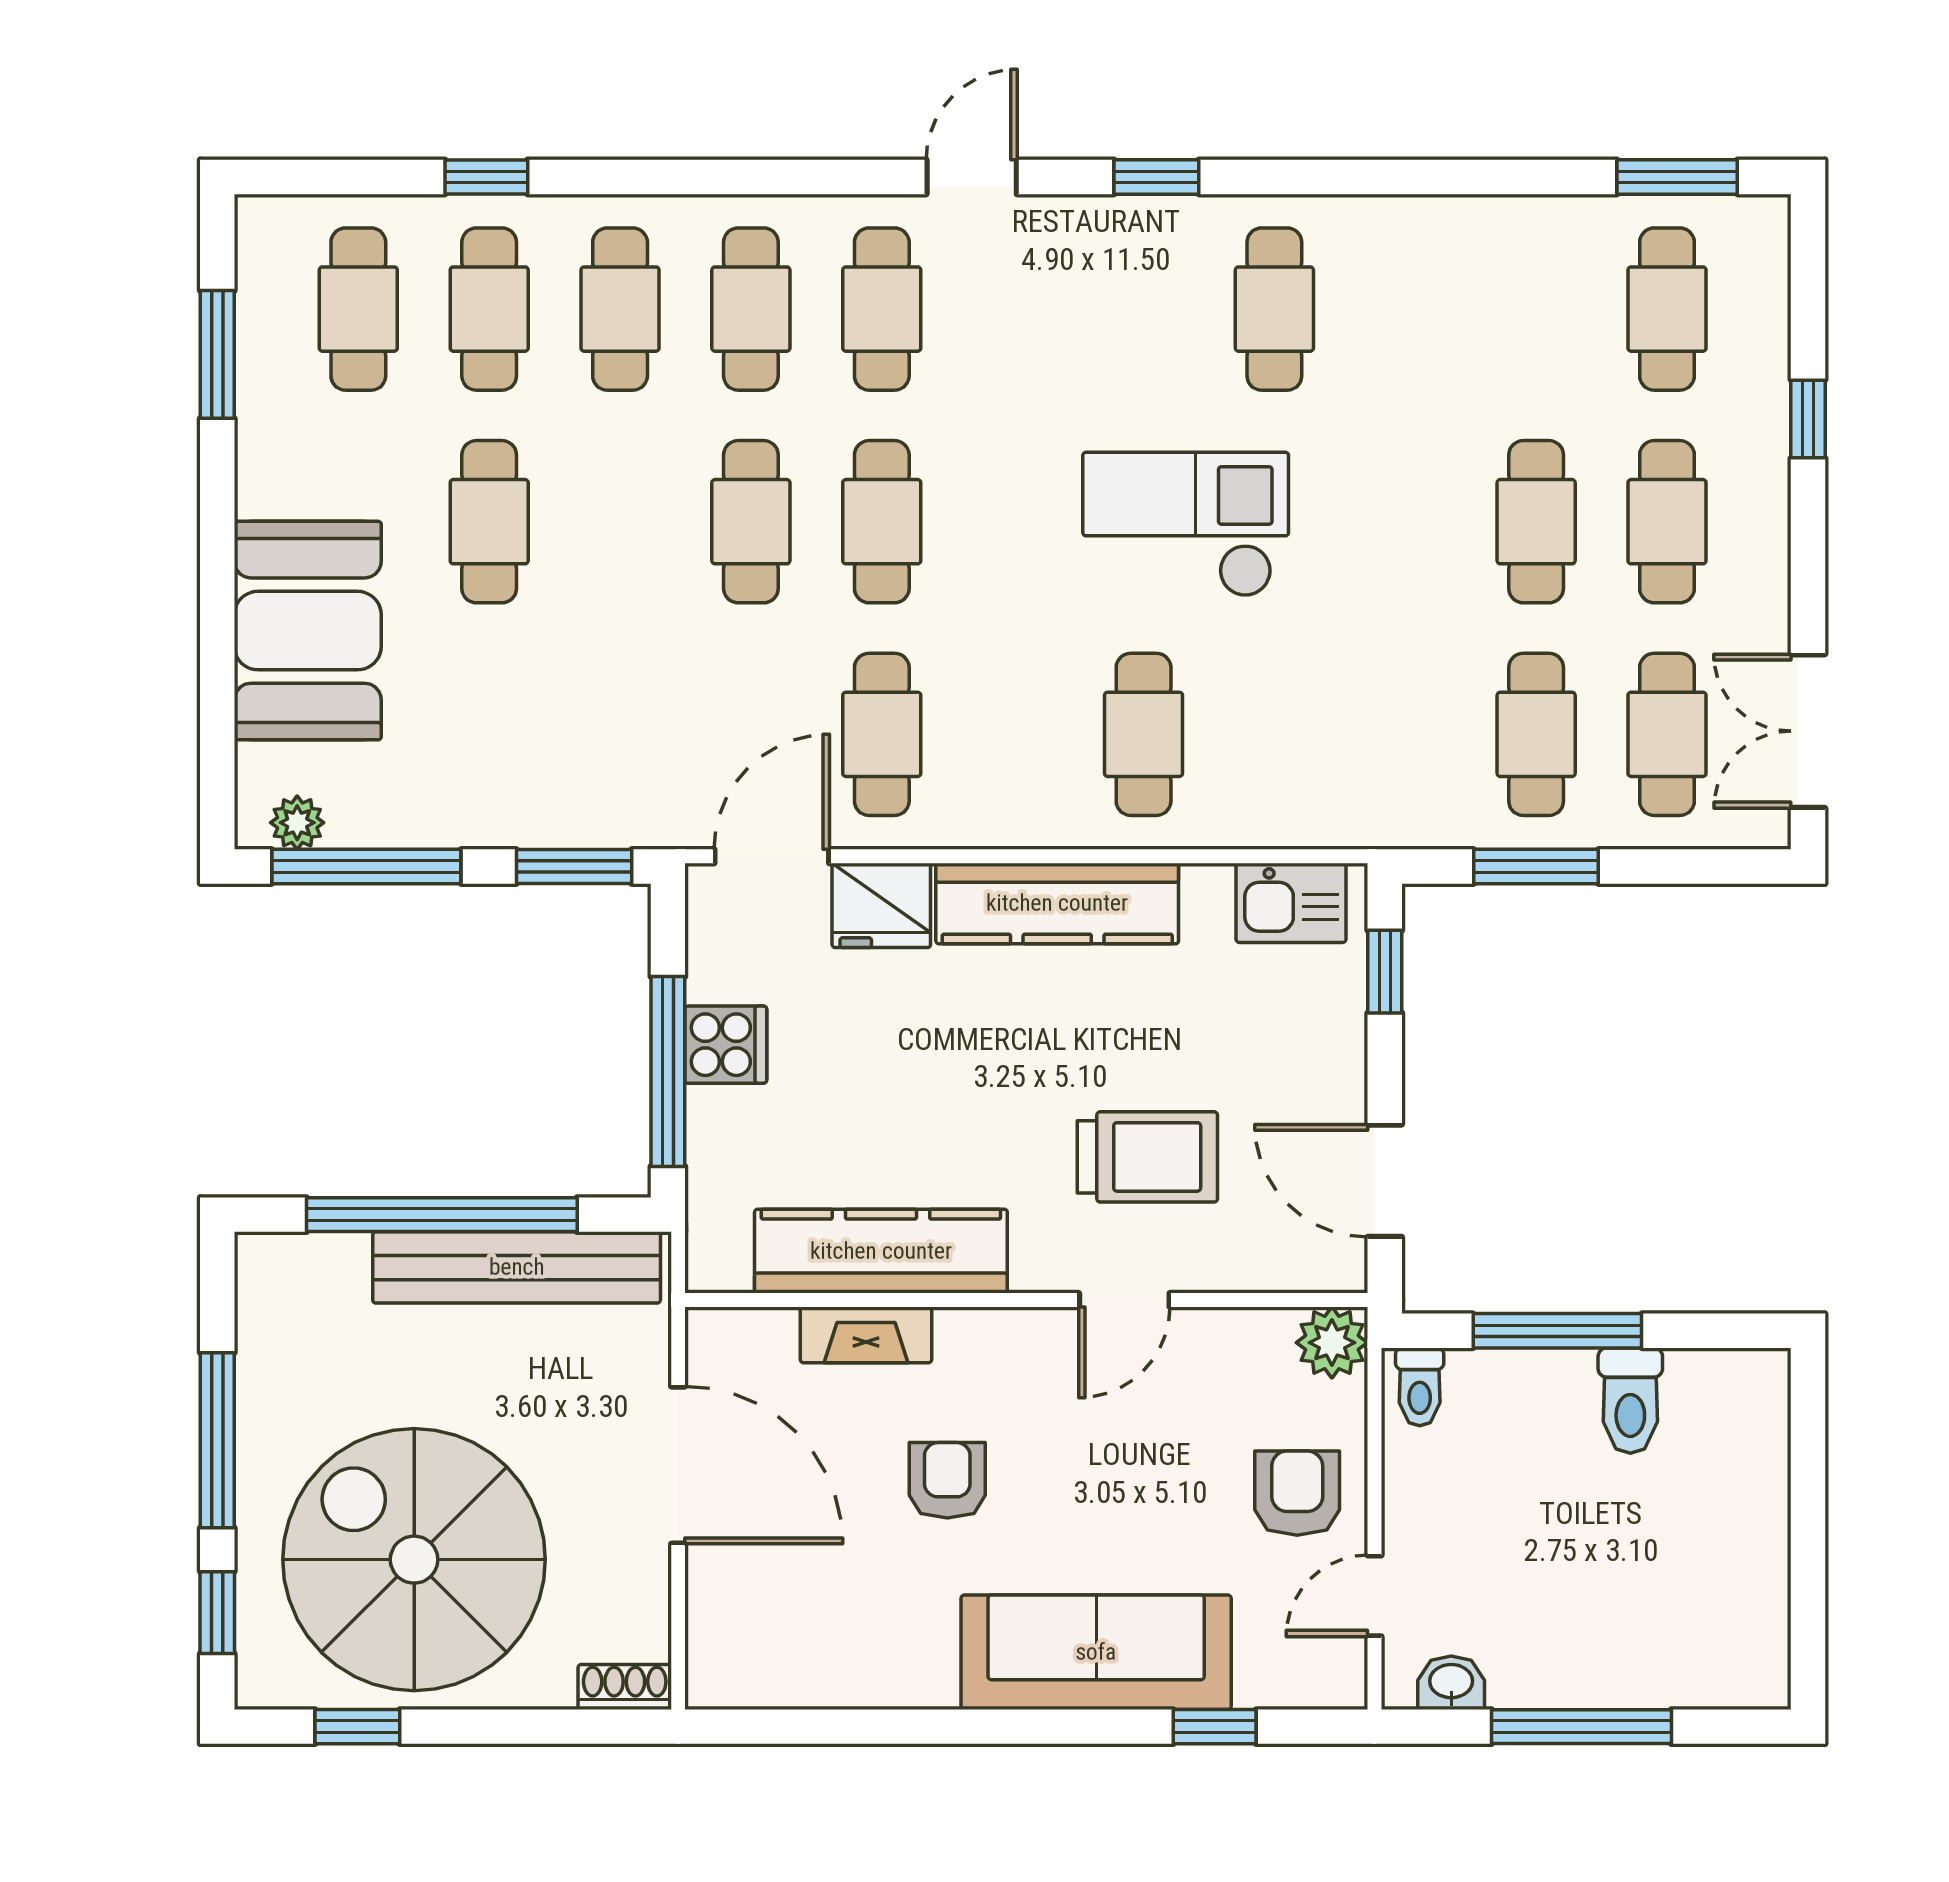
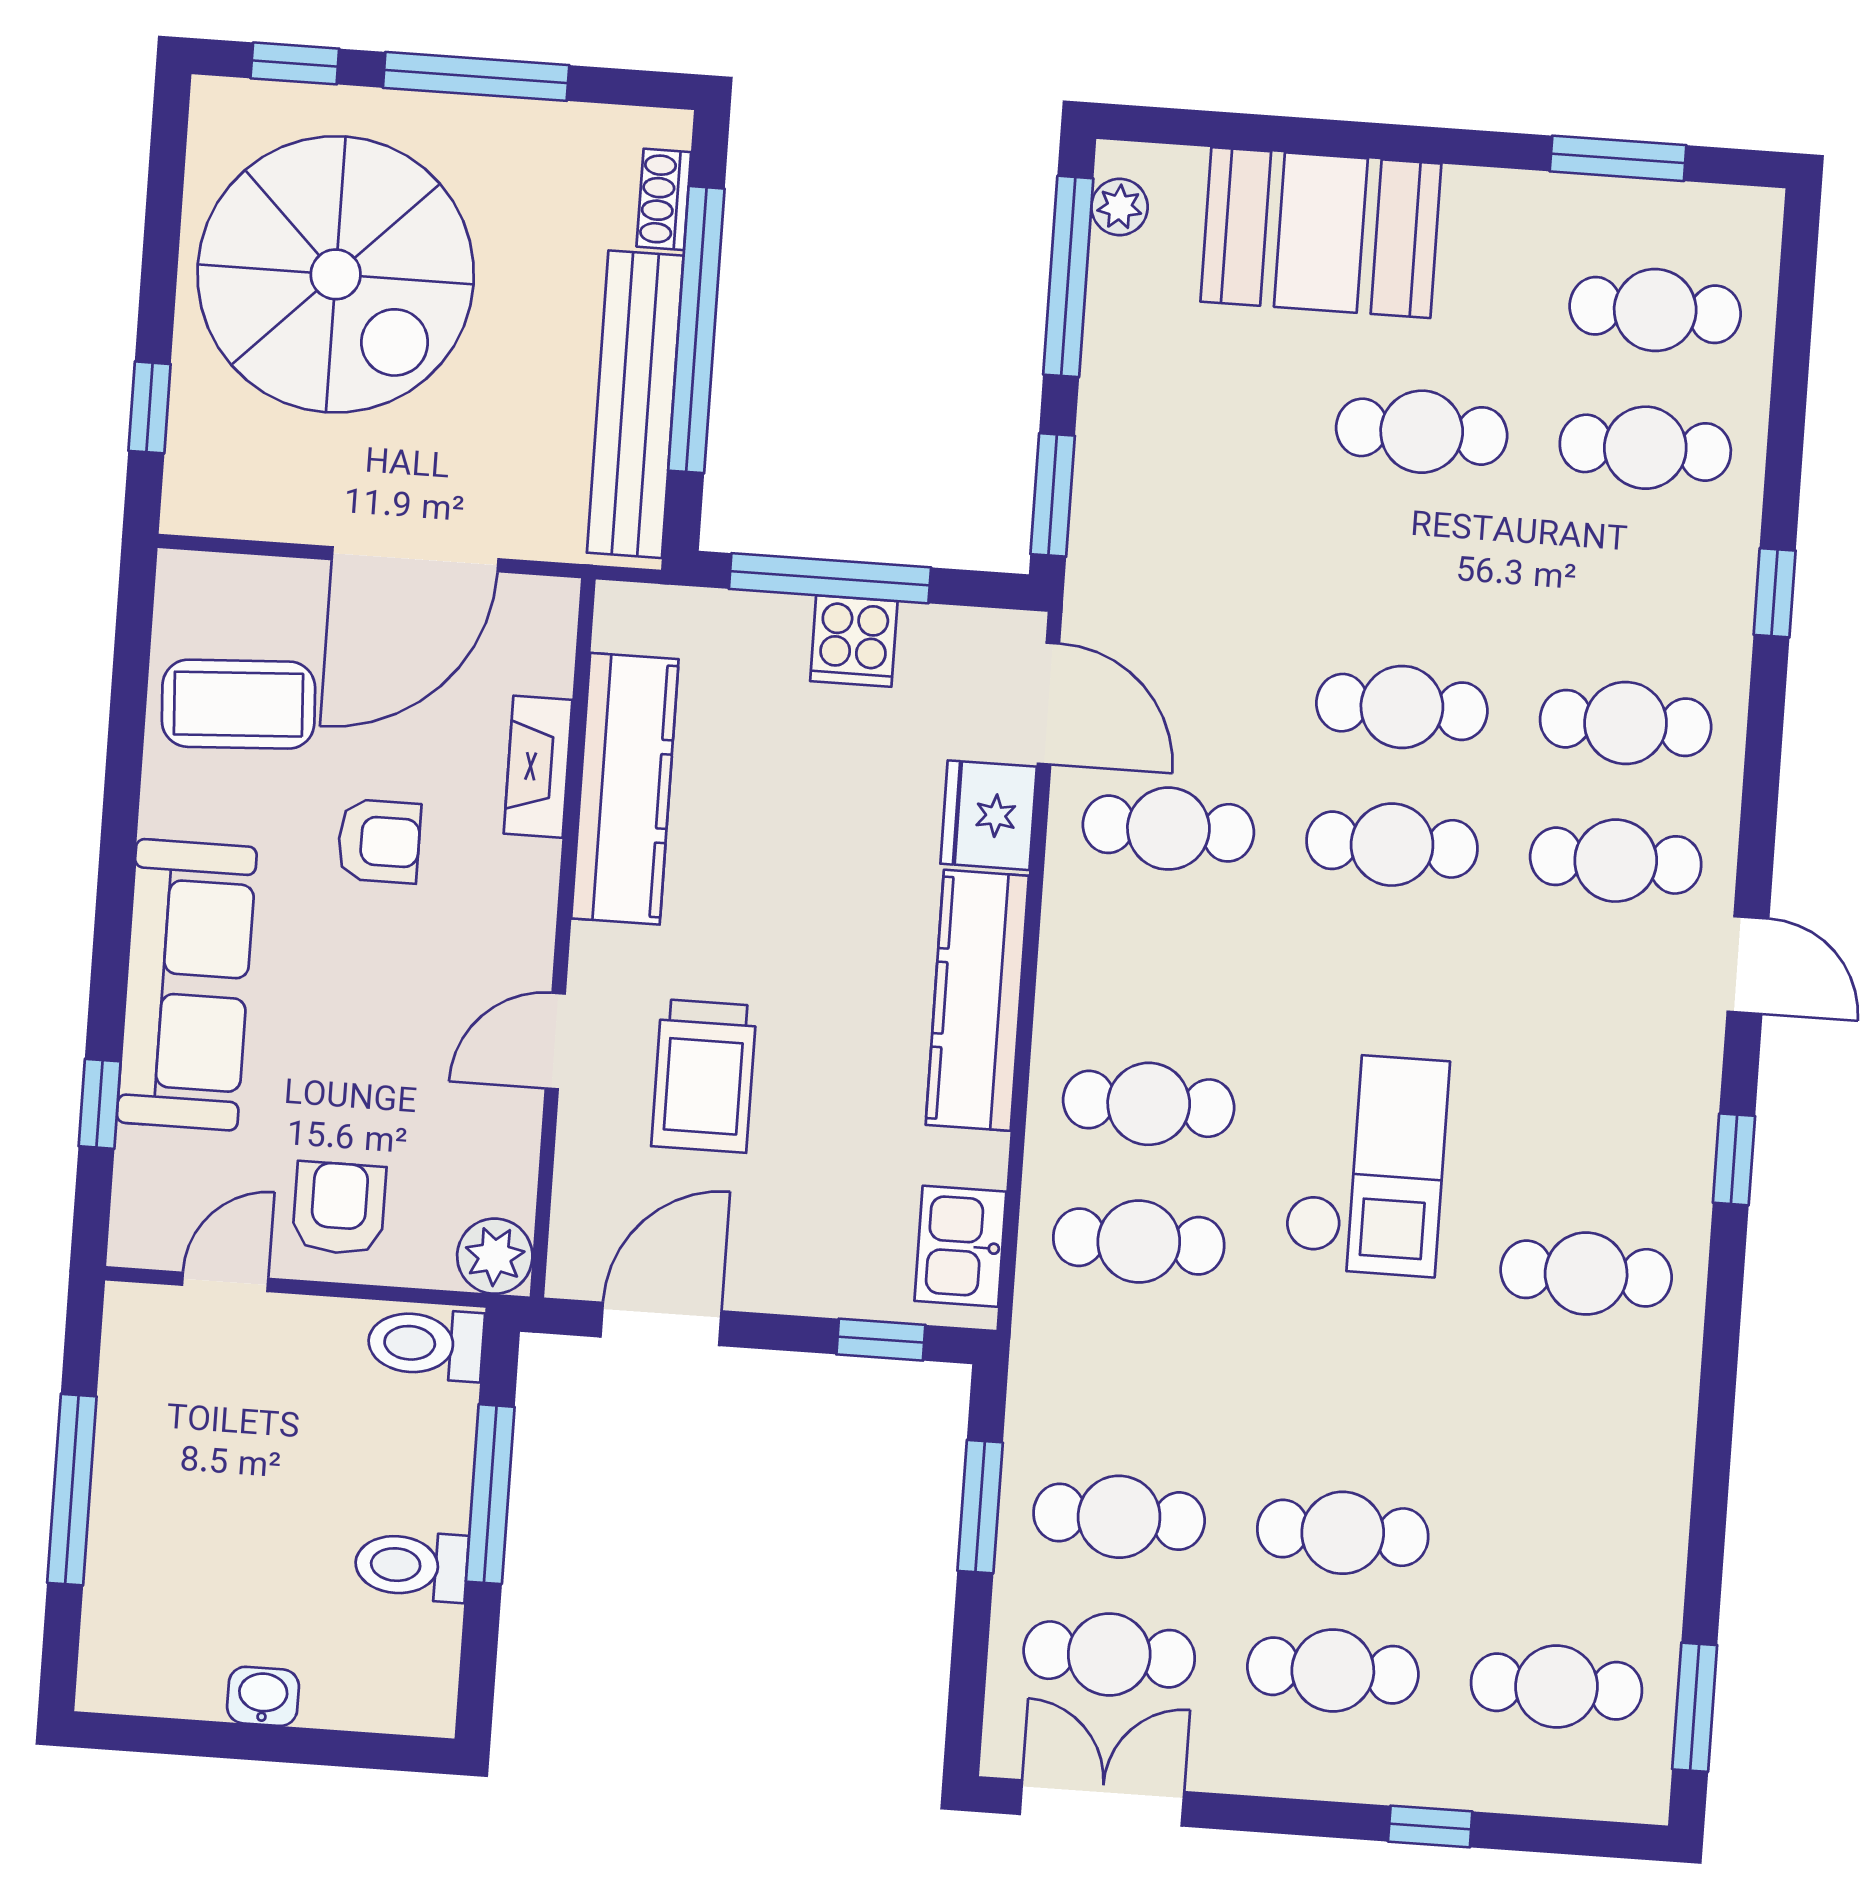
window: (486, 177) -> (1775, 593), moved
cafe table: (620, 309) -> (1139, 1241), moved
door: (1124, 1300) -> (555, 1041), hinge flipped
toilet: (1420, 1387) -> (426, 1344), width x1.37, depth x1.39
armchair: (1297, 1493) -> (339, 1208), turned -90
spiral stairs: (414, 1560) -> (336, 274), turned 90
door: (1374, 1596) -> (225, 1282), hinge flipped
coffee table: (827, 1622) -> (238, 704), added
washbasin: (1451, 1683) -> (263, 1696), moved, turned -90
shoe rack: (625, 1687) -> (664, 199), moved, turned 180
window: (357, 1727) -> (150, 407), moved

